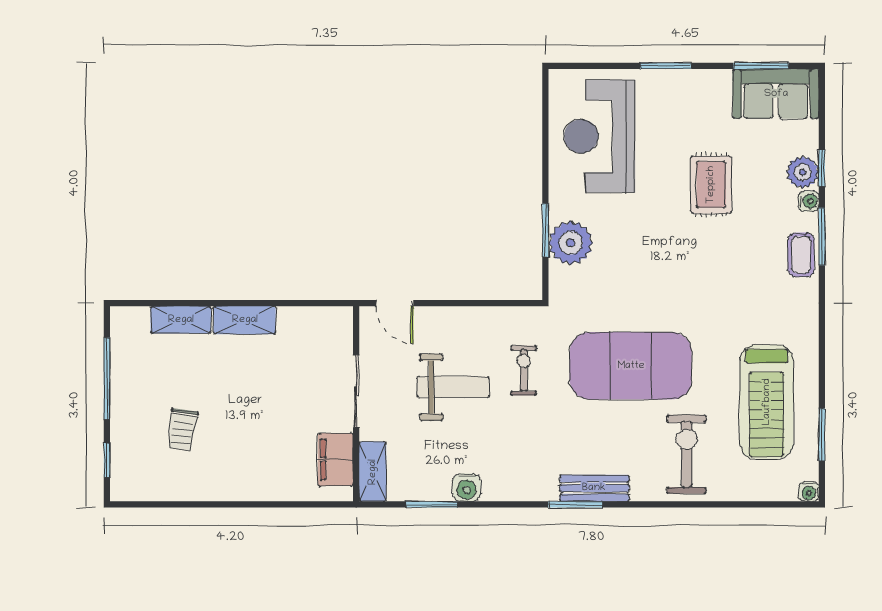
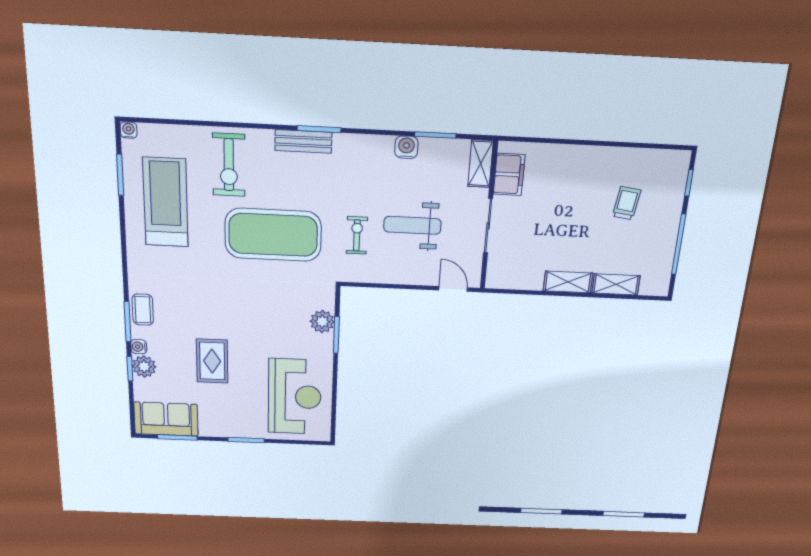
plant: (571, 243) -> (322, 322), width x0.73, depth x0.73
exercise bike: (524, 370) -> (357, 235), turned 180

